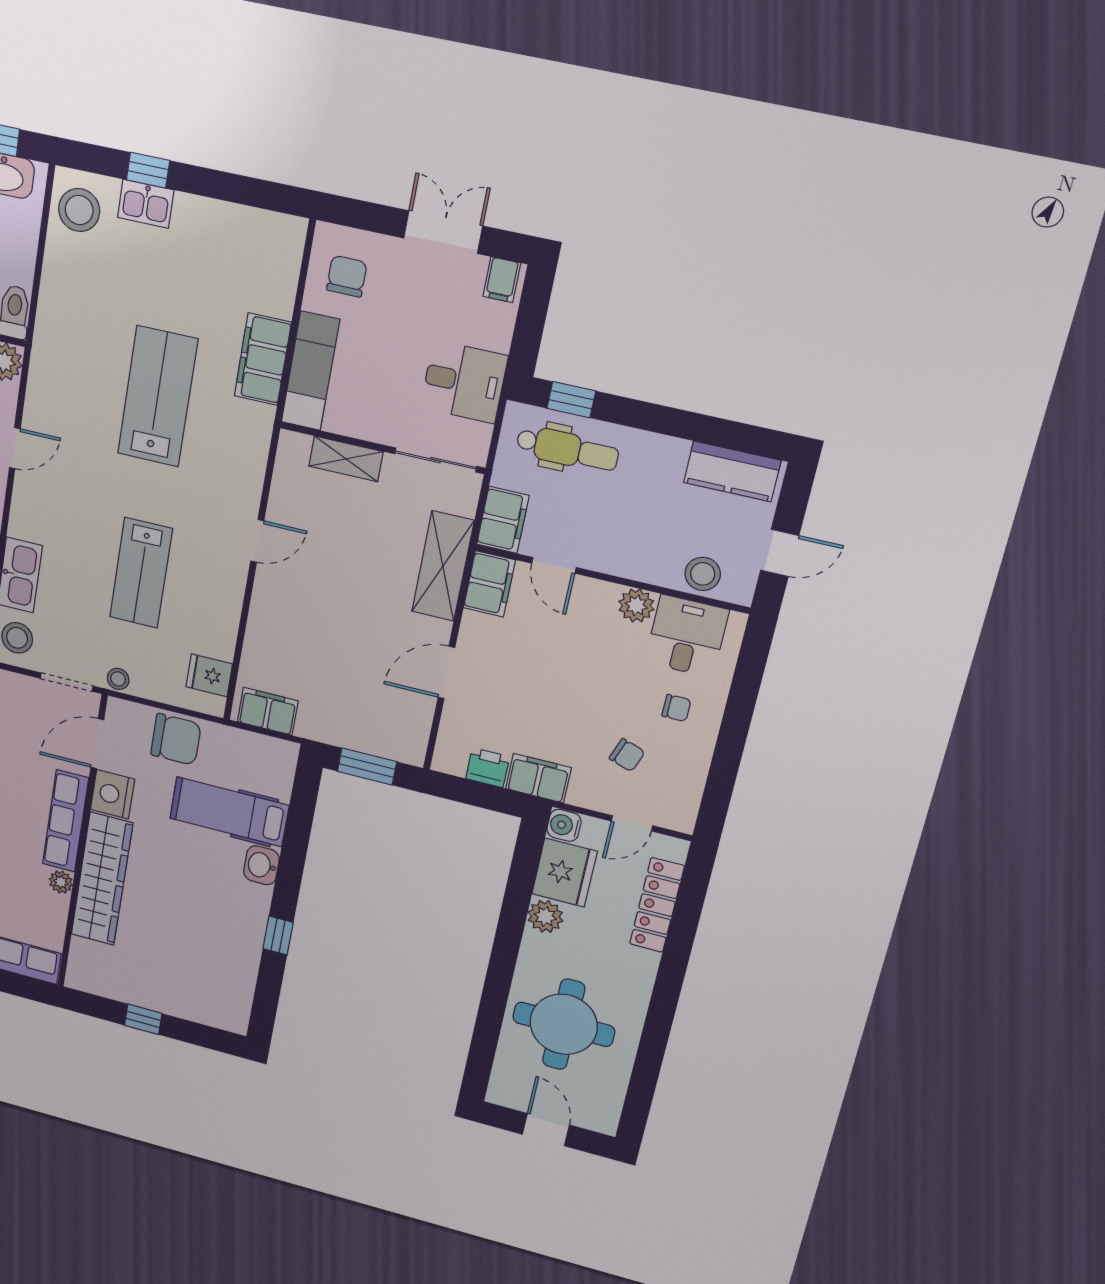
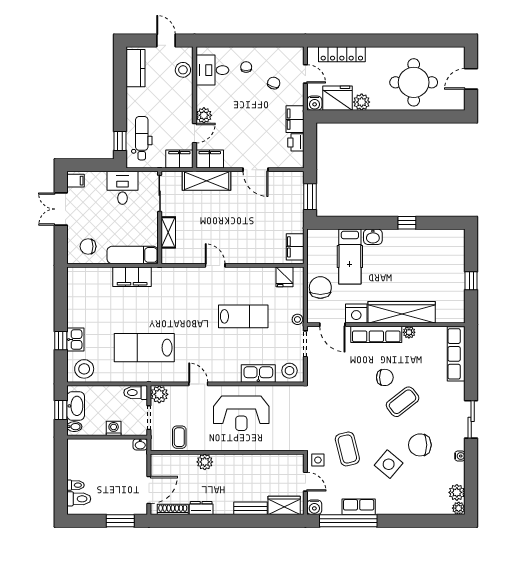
lab bench: (158, 397) -> (144, 348), moved
plant: (636, 605) -> (204, 115), moved

